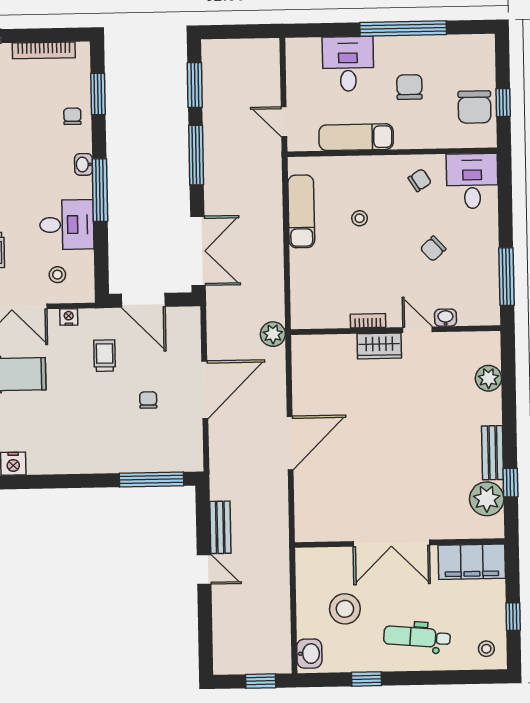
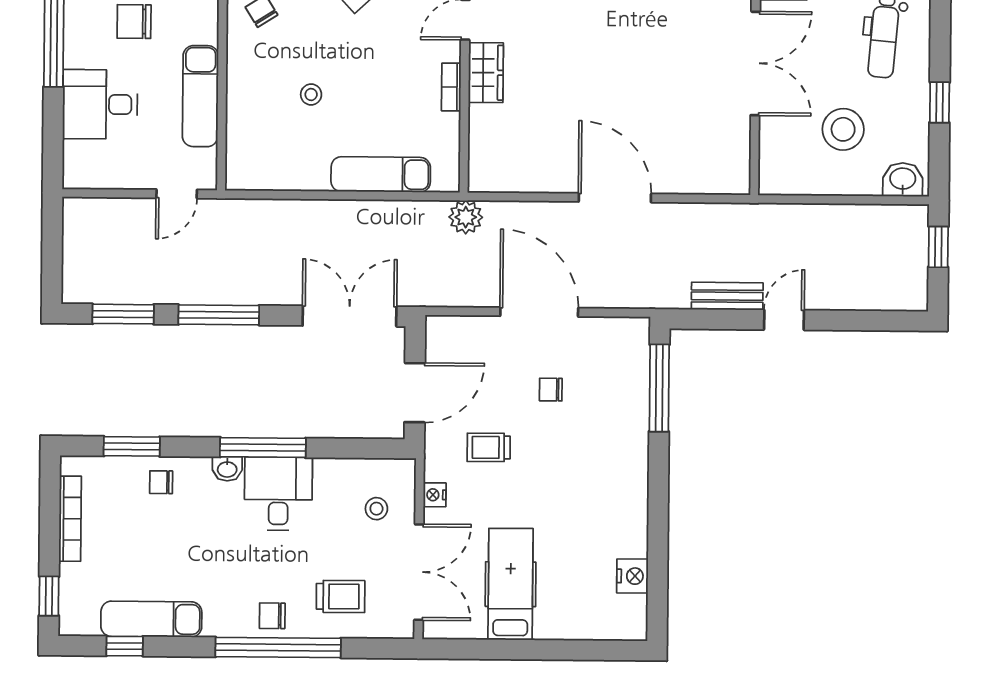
exam couch: (301, 211) -> (381, 174), moved
desk: (67, 225) -> (278, 494), moved

